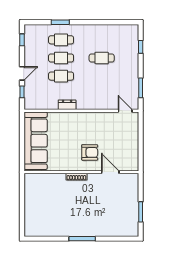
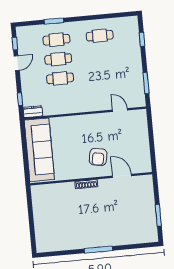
cafe table: (102, 58) -> (100, 36), moved
door: (22, 73) -> (17, 63), moved
dresser: (67, 105) -> (33, 112), moved
door: (125, 111) -> (120, 110), moved
armchair: (90, 152) -> (98, 157), turned 100

